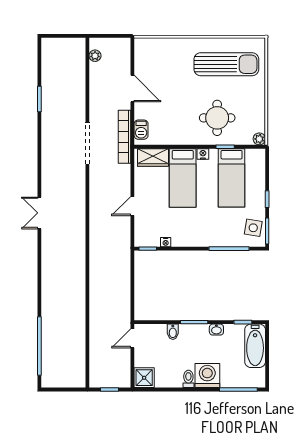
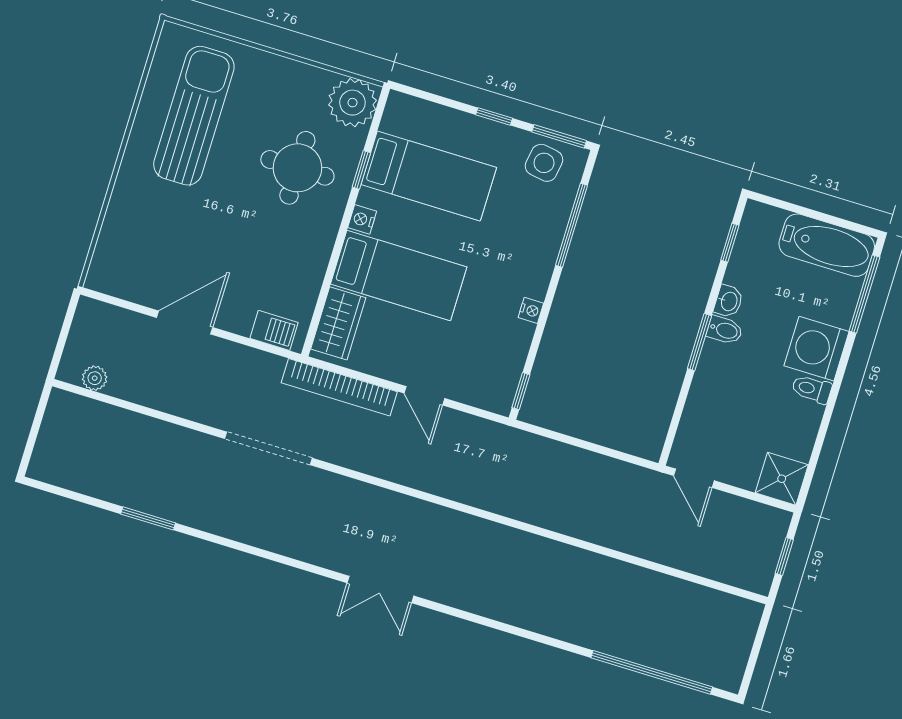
bookcase: (124, 137) -> (339, 387), moved
plant: (259, 139) -> (352, 103), width x1.87, depth x1.87
nightstand: (166, 242) -> (531, 310), moved
bidet: (173, 332) -> (725, 330), moved
bathtub: (255, 346) -> (827, 245), moved

